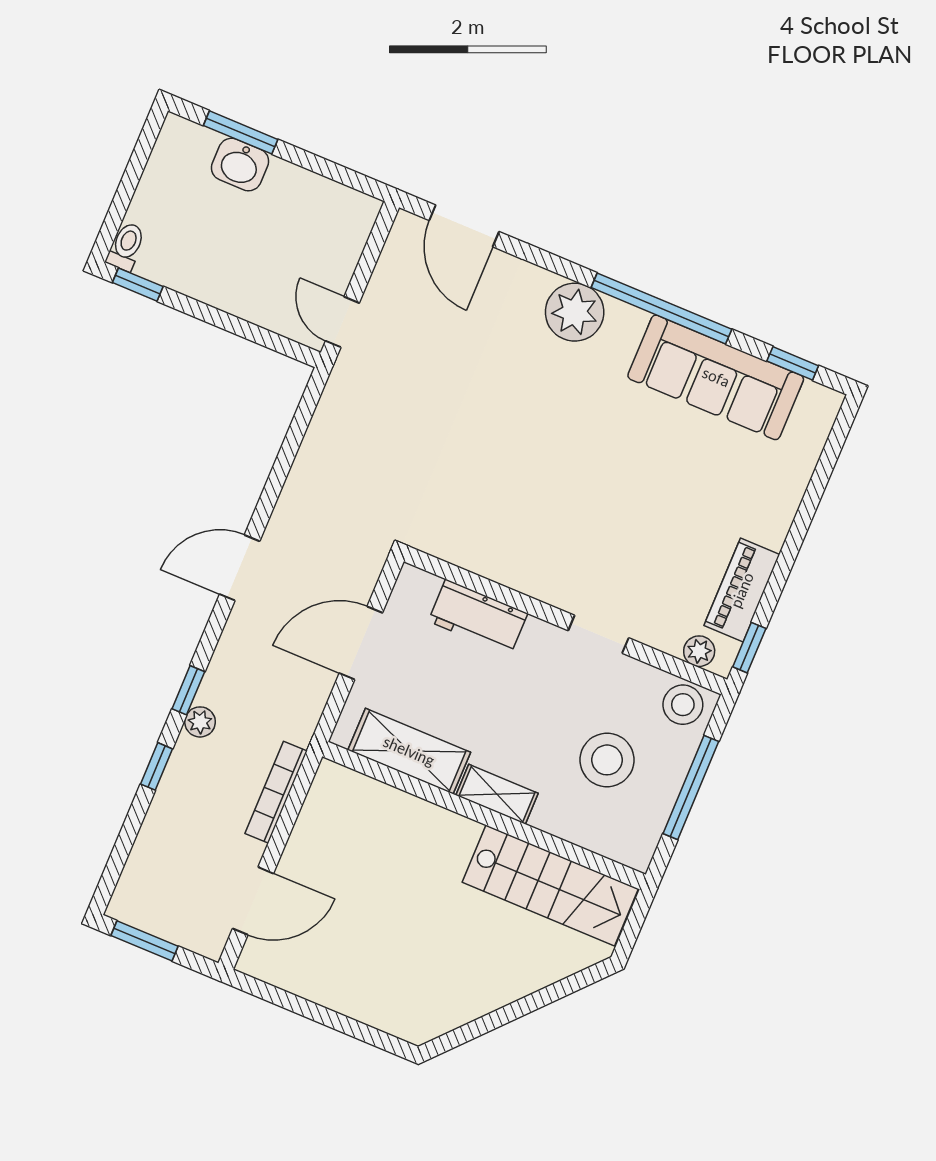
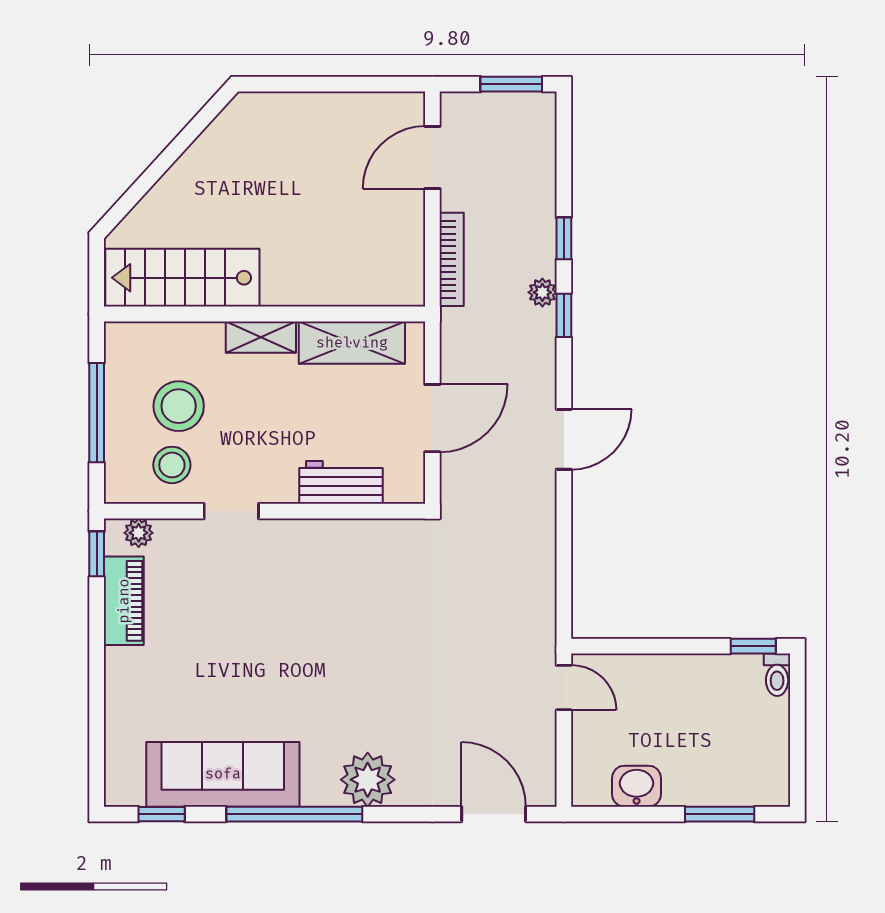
washbasin: (240, 165) -> (637, 786), moved
stool: (683, 705) -> (172, 465), moved

